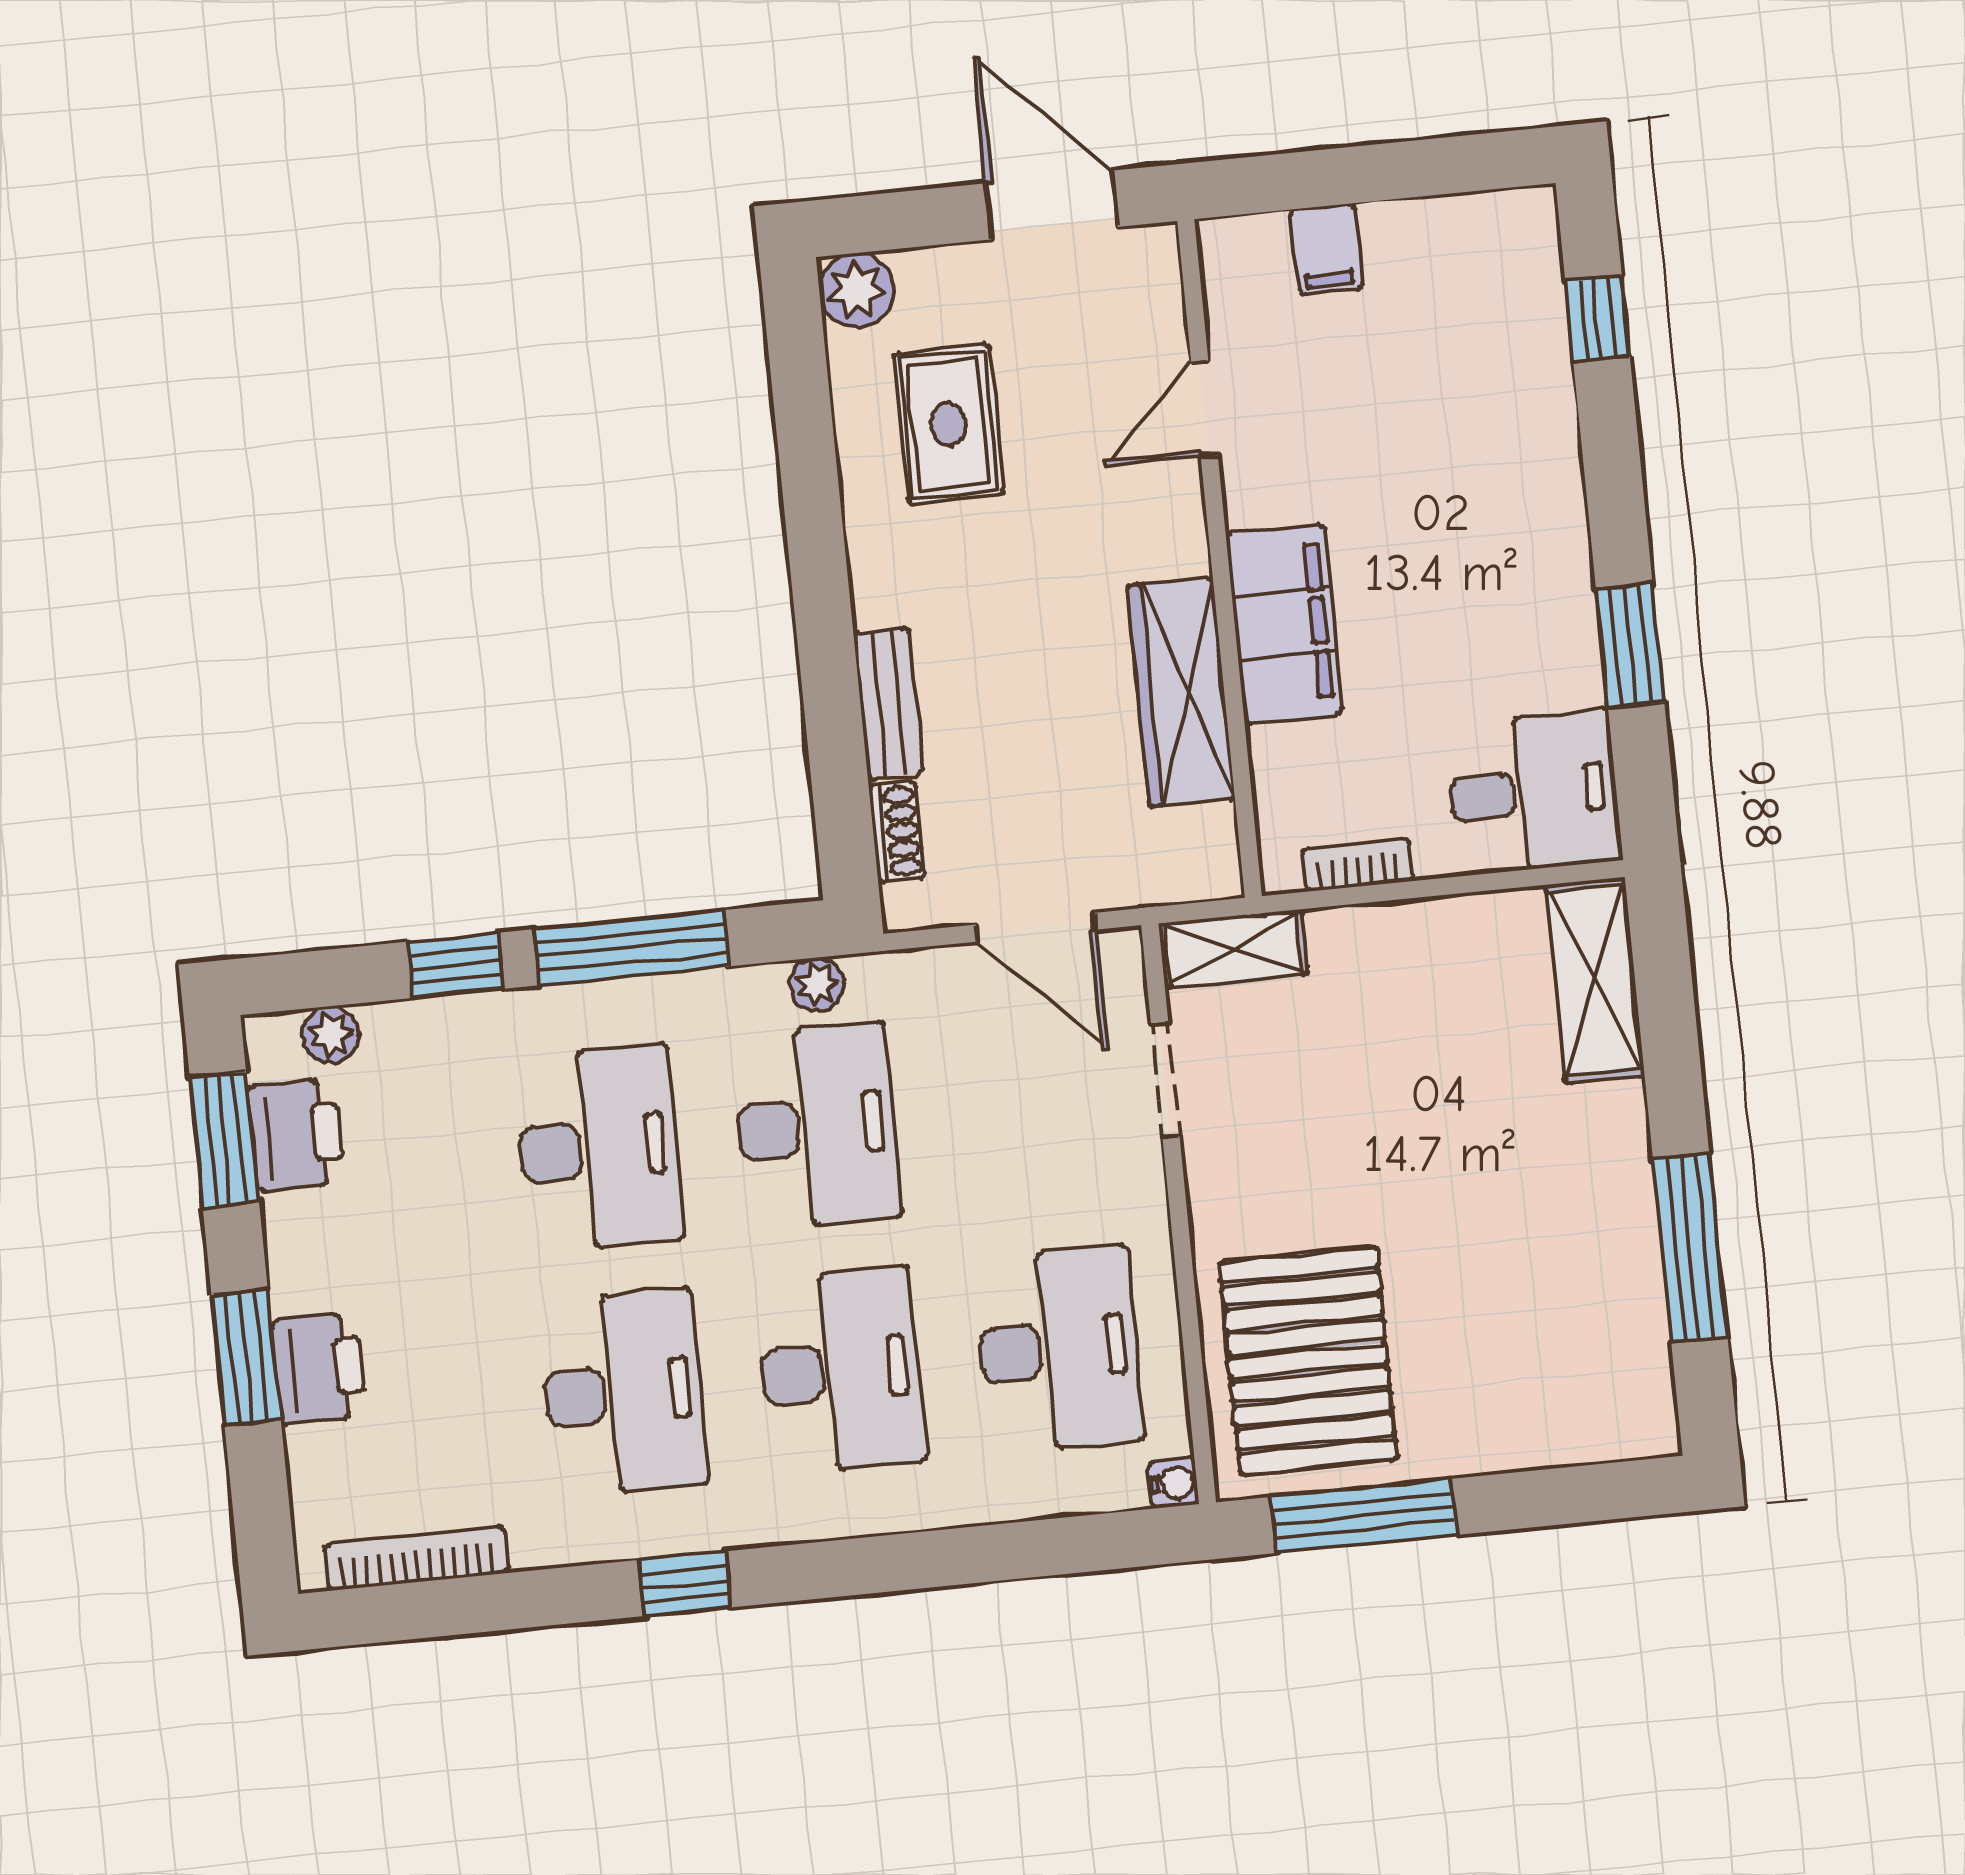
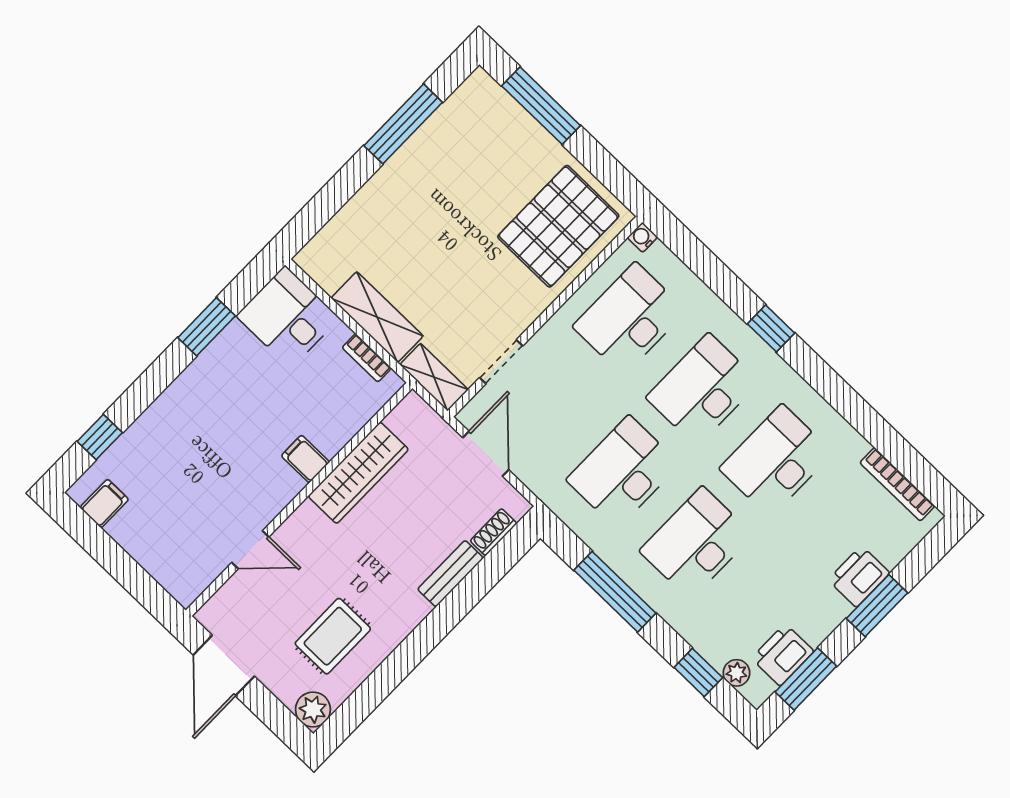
filing cabinet: (1327, 249) -> (104, 503), moved
filing cabinet: (1284, 624) -> (305, 459), width x0.33, depth x0.86
window: (456, 965) -> (698, 673), moved
shelving: (1595, 980) -> (377, 317), moved, turned 90
plant: (817, 985) -> (572, 514), removed
window: (1364, 1516) -> (541, 106), moved
window: (685, 1584) -> (771, 328), moved

